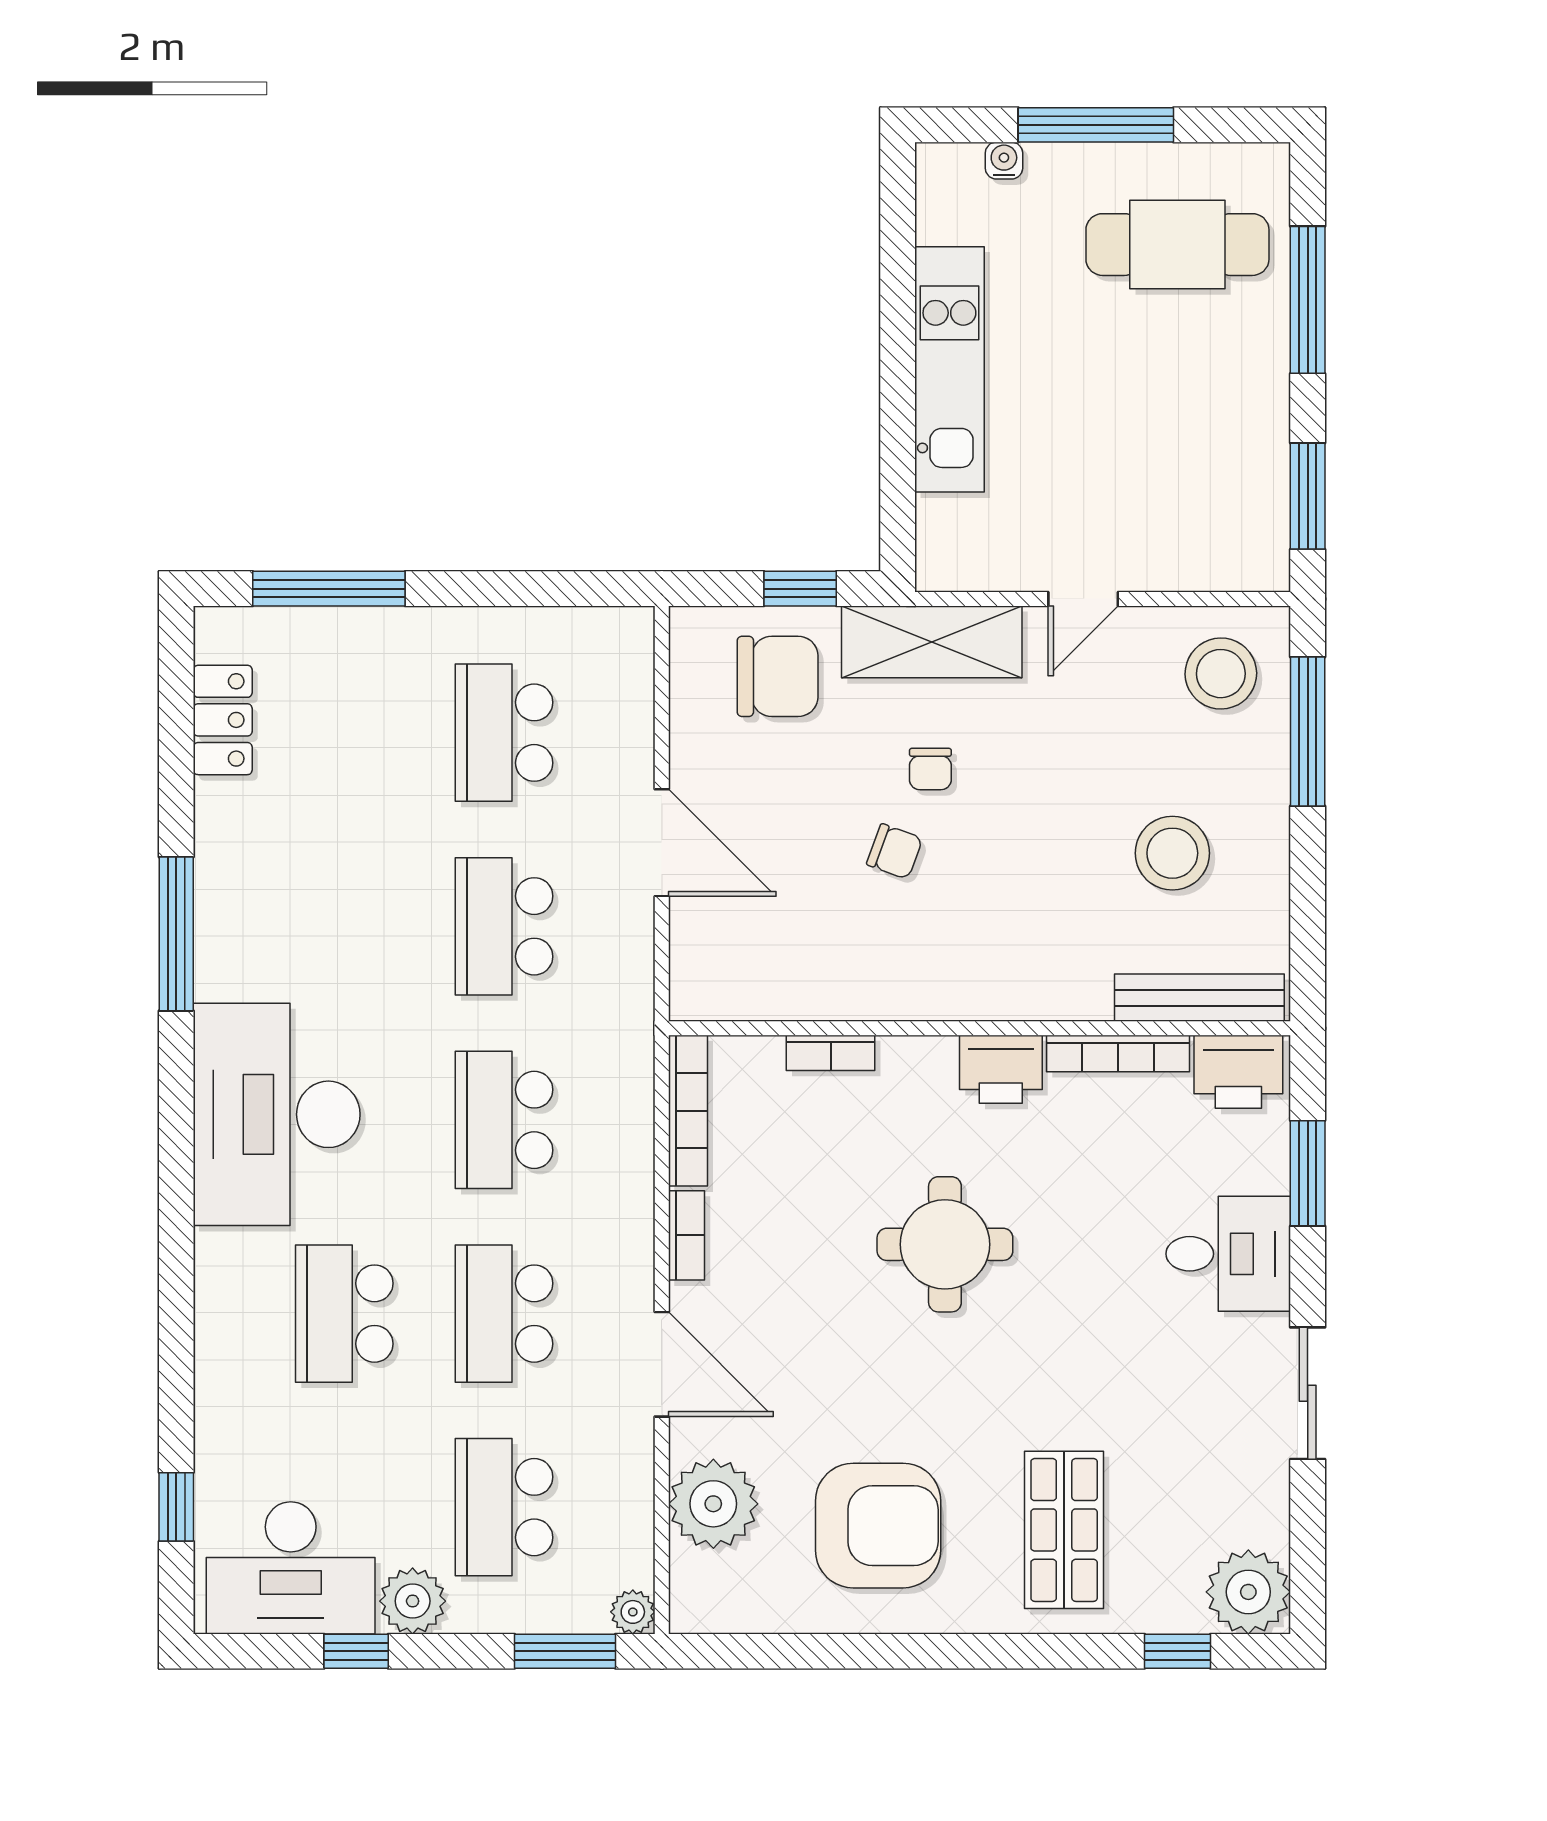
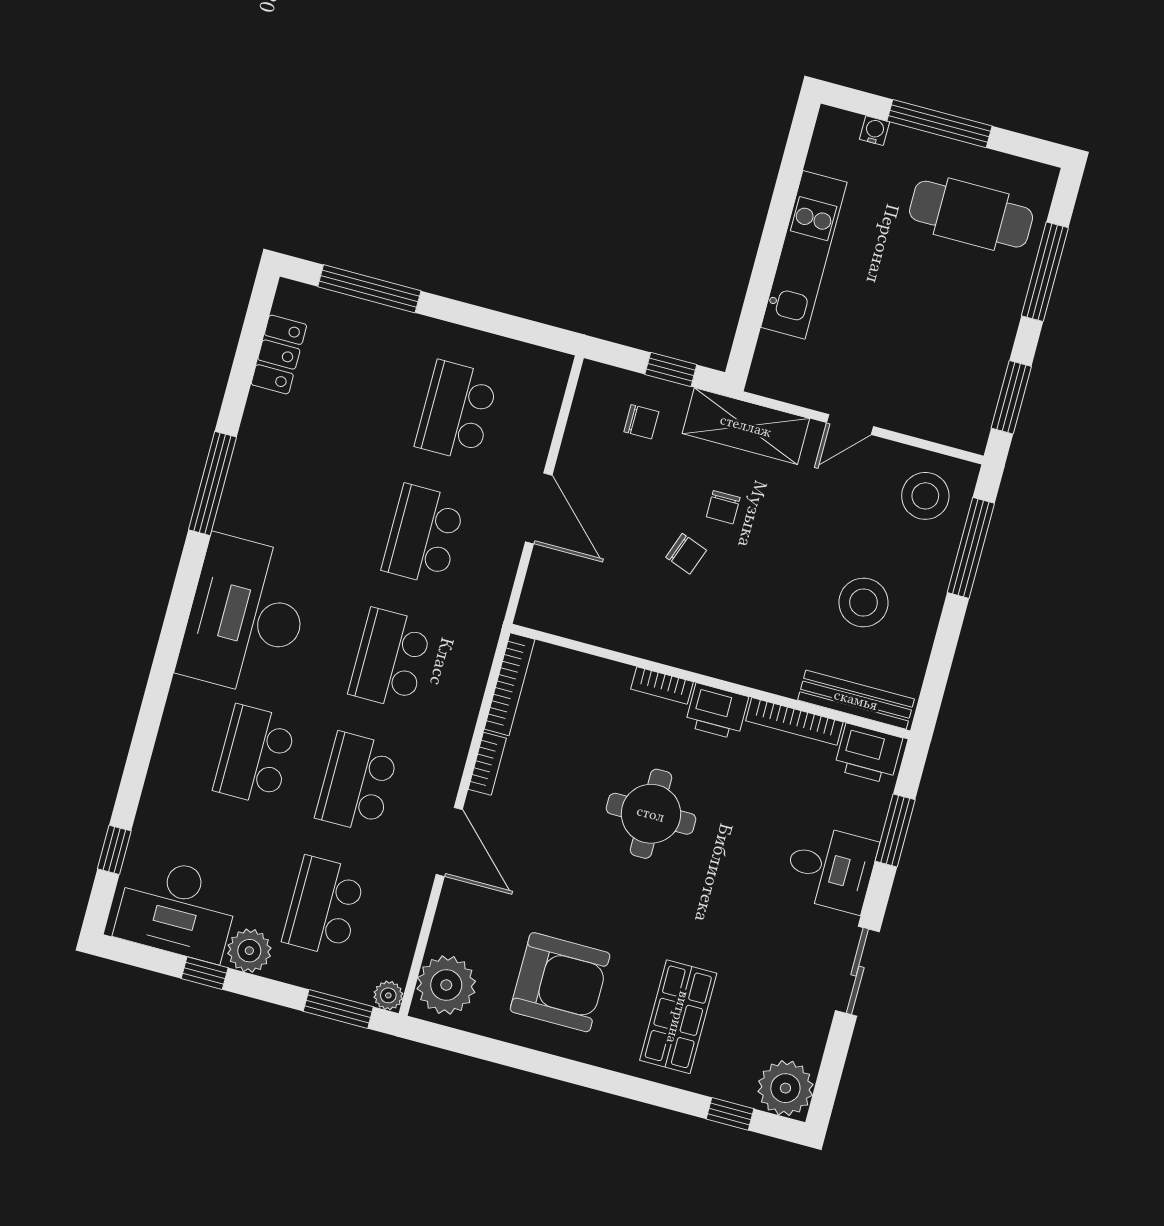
chair: (778, 676) -> (641, 422), width x0.54, depth x0.54
bookcase: (831, 1053) -> (662, 685), moved
plant: (713, 1504) -> (446, 985), moved

